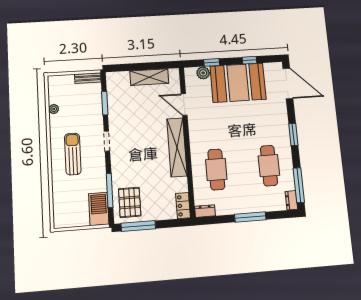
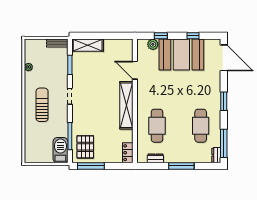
shelving: (149, 77) -> (88, 45), moved
dresser: (205, 211) -> (155, 158), moved

